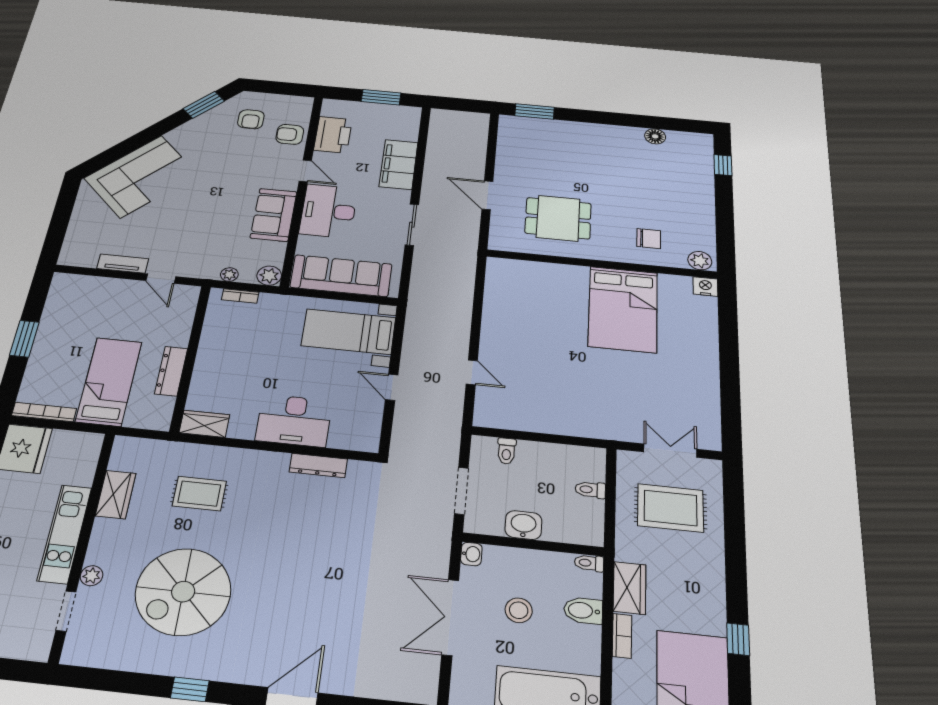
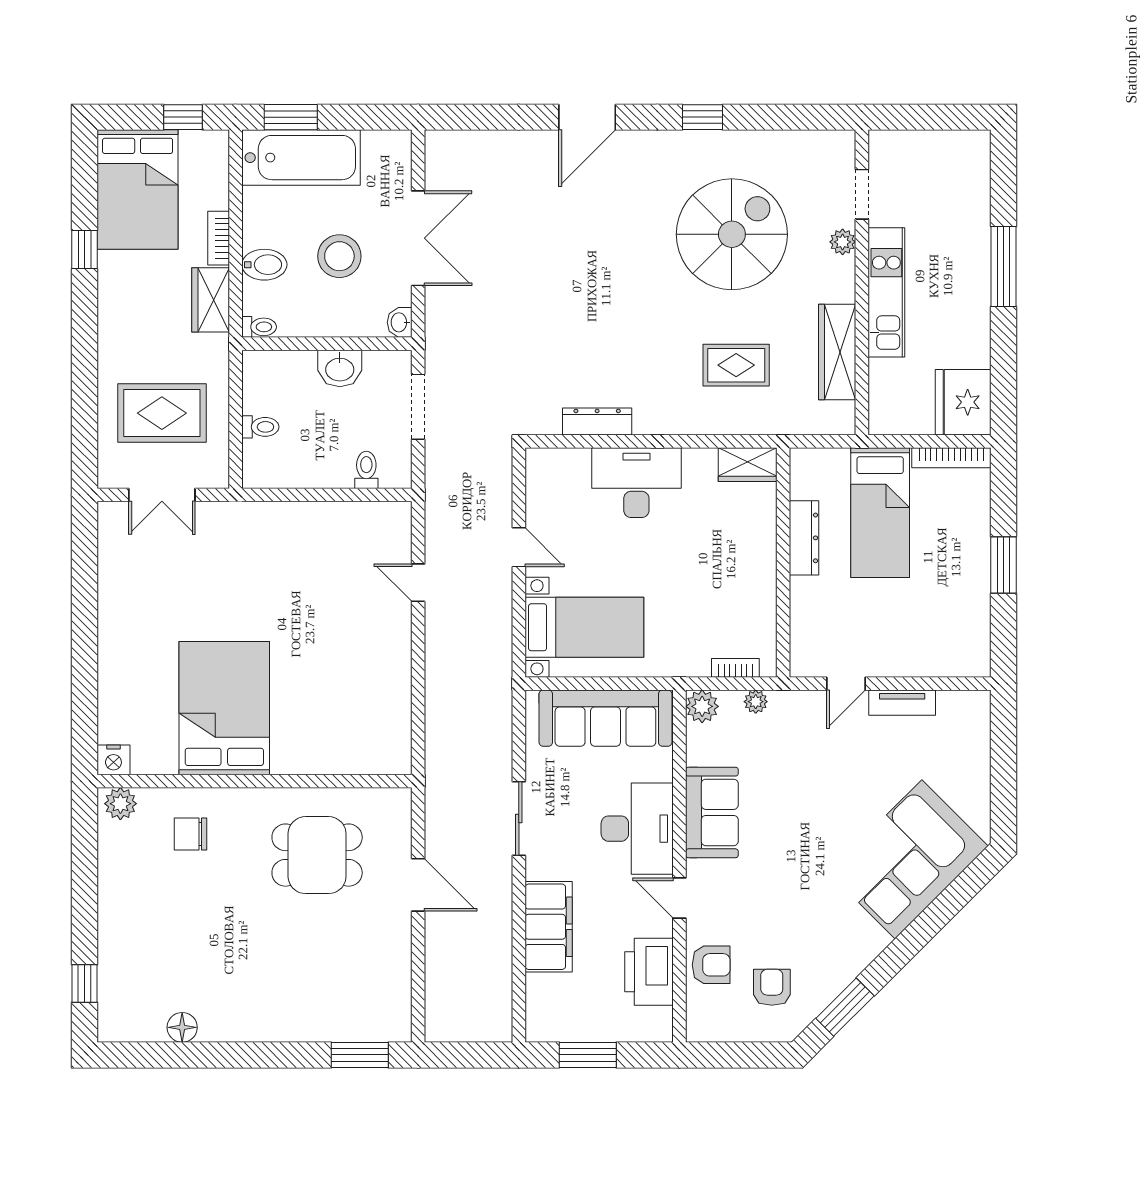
door: (161, 279) -> (846, 684), swing flipped
wardrobe: (116, 495) -> (837, 352), width x1.50
stool: (519, 610) -> (339, 256), width x1.38, depth x1.38

